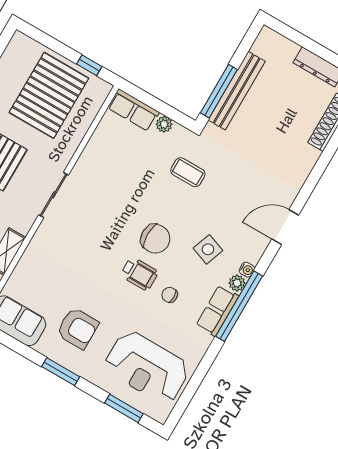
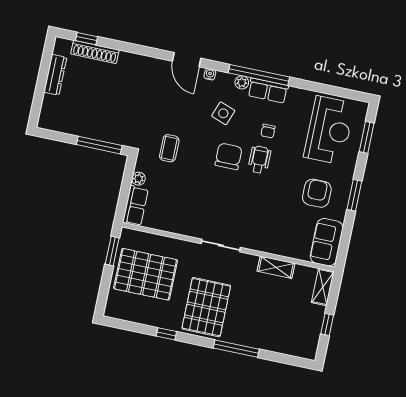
window: (89, 65) -> (112, 251), width x1.50
bench: (237, 91) -> (94, 132), removed
water cooler: (247, 270) -> (210, 74), moved

